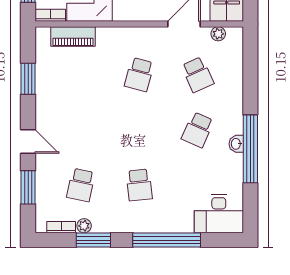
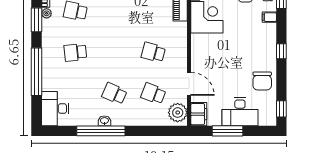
plant: (218, 34) -> (178, 113), width x1.88, depth x1.88
school desk: (198, 75) -> (153, 94), turned 45

